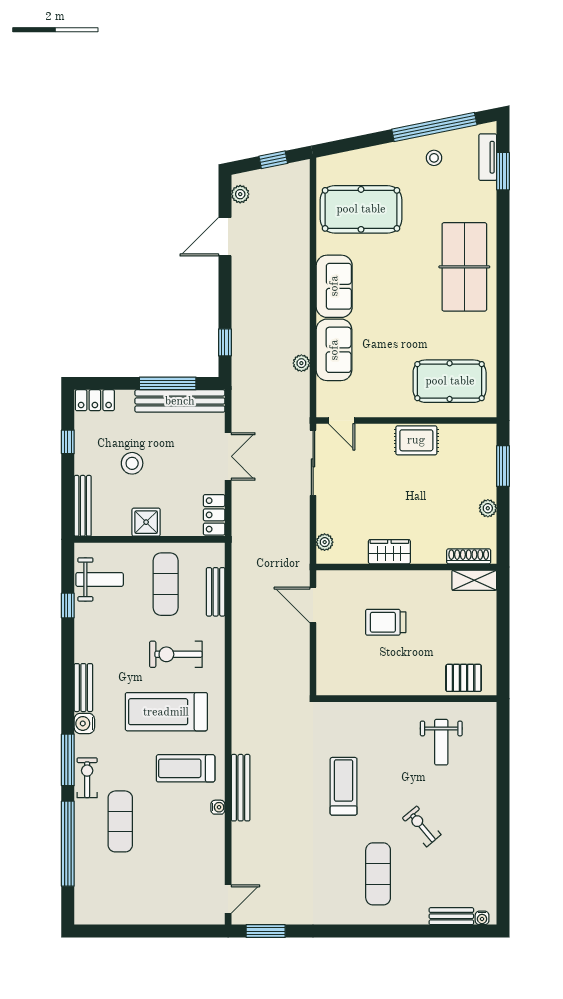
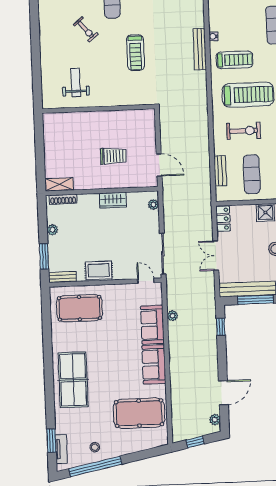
bench: (475, 432) -> (62, 277), added
pallet: (464, 678) -> (63, 123), removed

